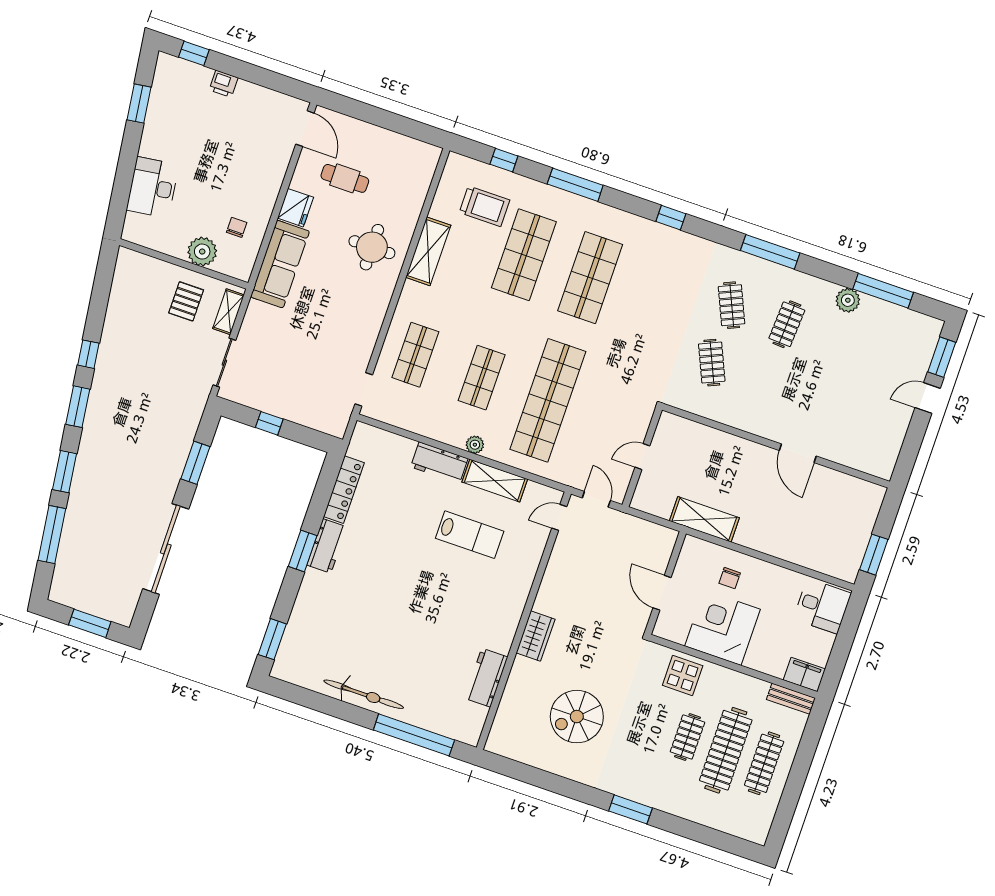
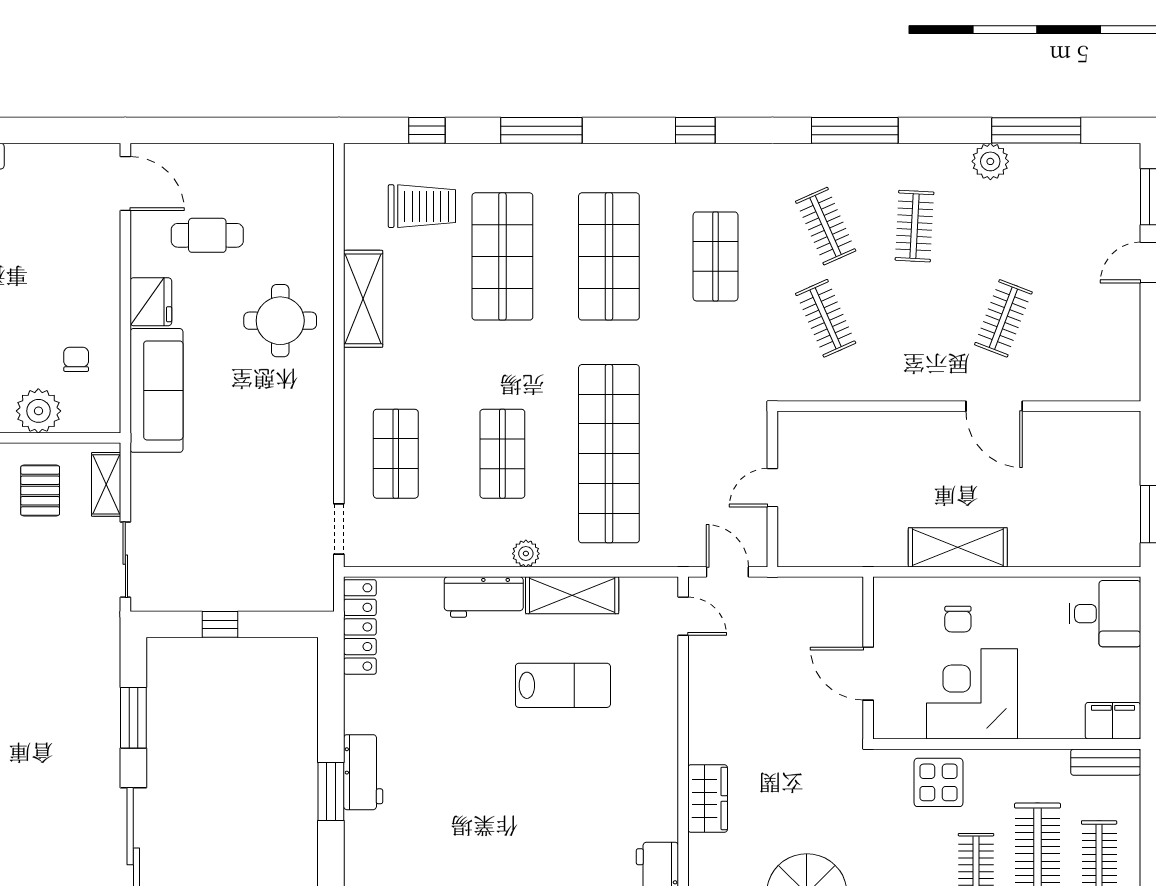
shop shelf: (657, 300) -> (716, 256), added
clothes rail: (822, 401) -> (1003, 318), added
locker: (344, 490) -> (360, 627), moved
door: (559, 517) -> (683, 616), swing flipped
shelving: (704, 519) -> (958, 547), moved

